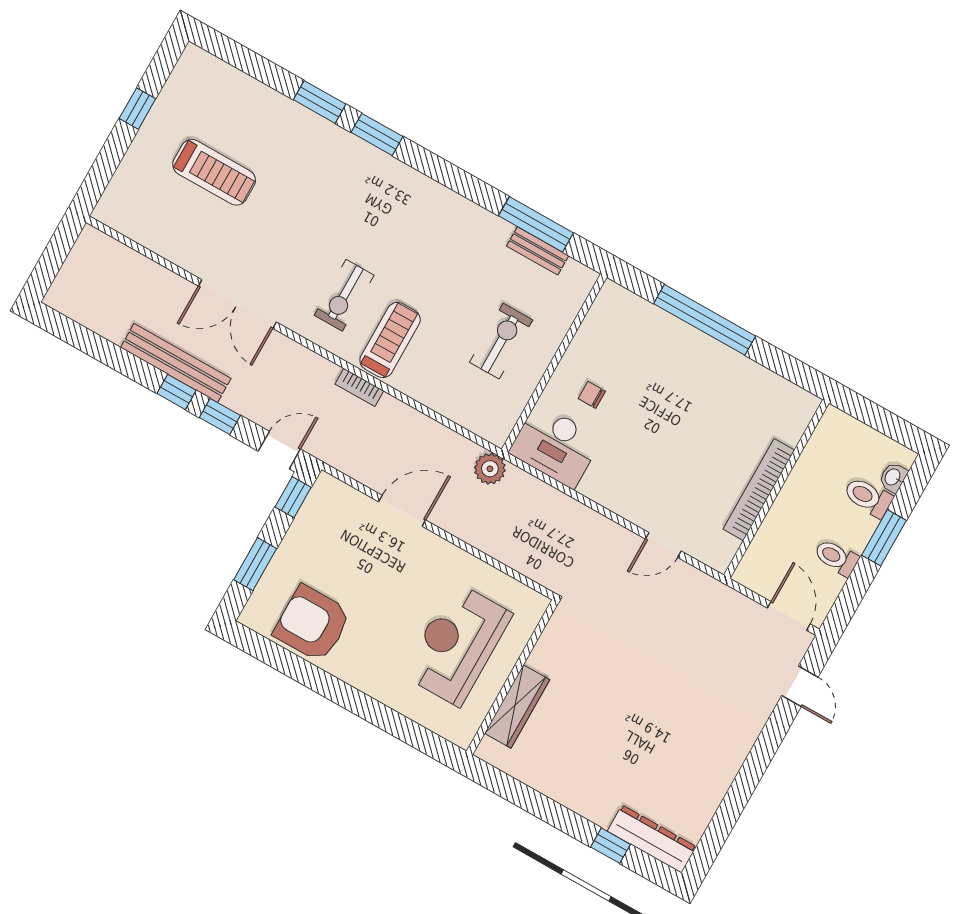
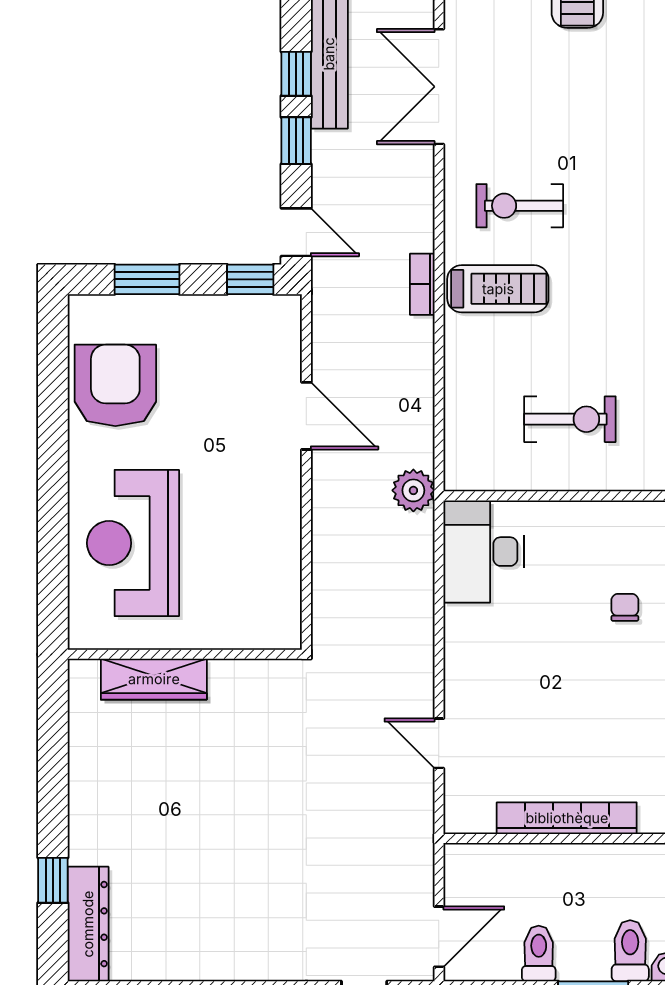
chair: (592, 395) -> (625, 607), moved
reception desk: (457, 644) -> (133, 543), moved, turned -90

